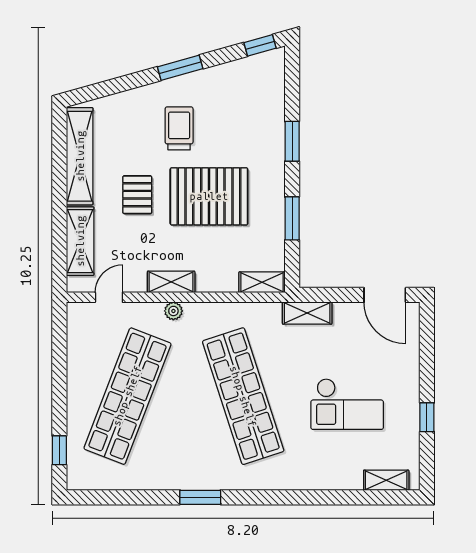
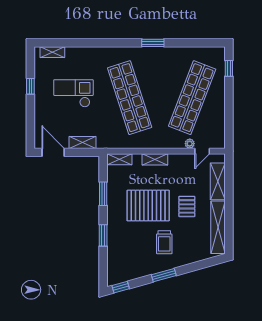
shelving: (171, 282) -> (155, 159), moved
plant: (173, 311) -> (190, 144), moved
shelving: (307, 313) -> (82, 142), moved

